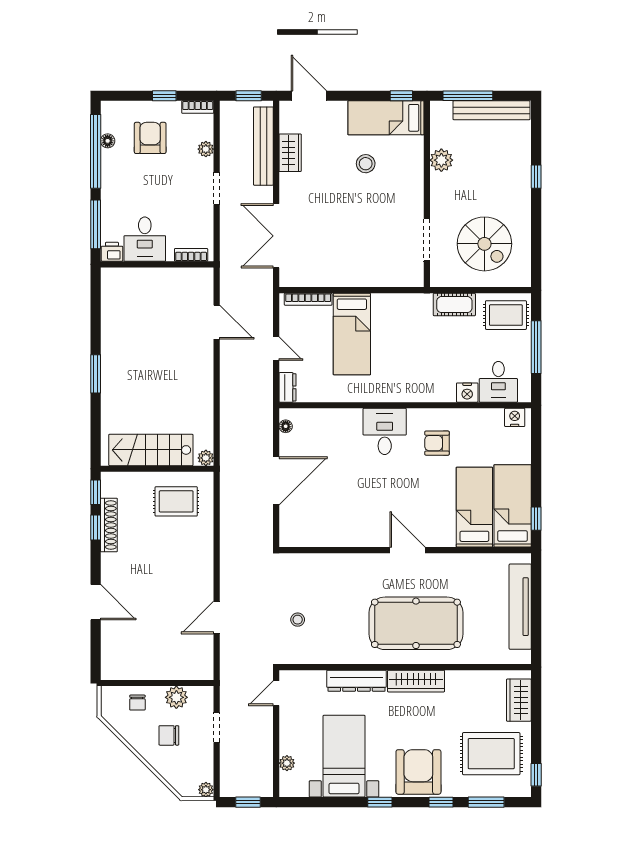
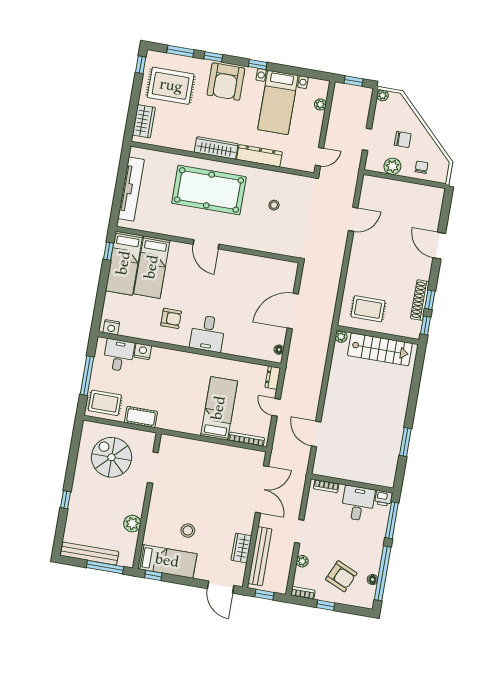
armchair: (150, 138) -> (341, 576), turned -66
window: (96, 374) -> (405, 442), moved
stool: (298, 620) -> (274, 205), moved

